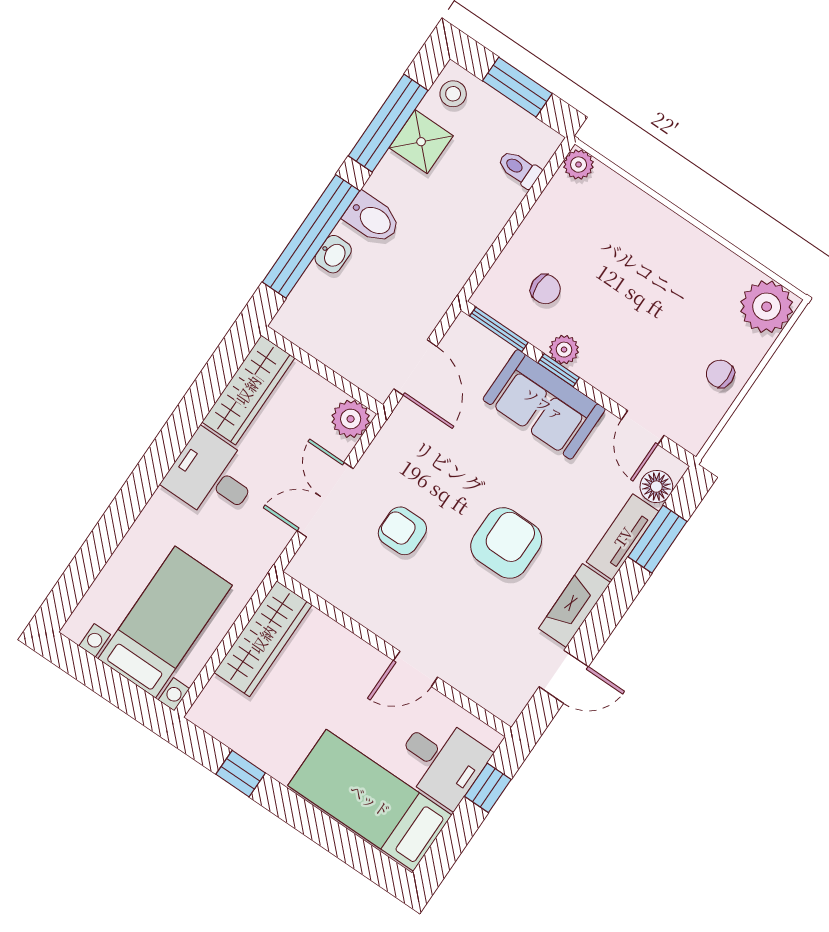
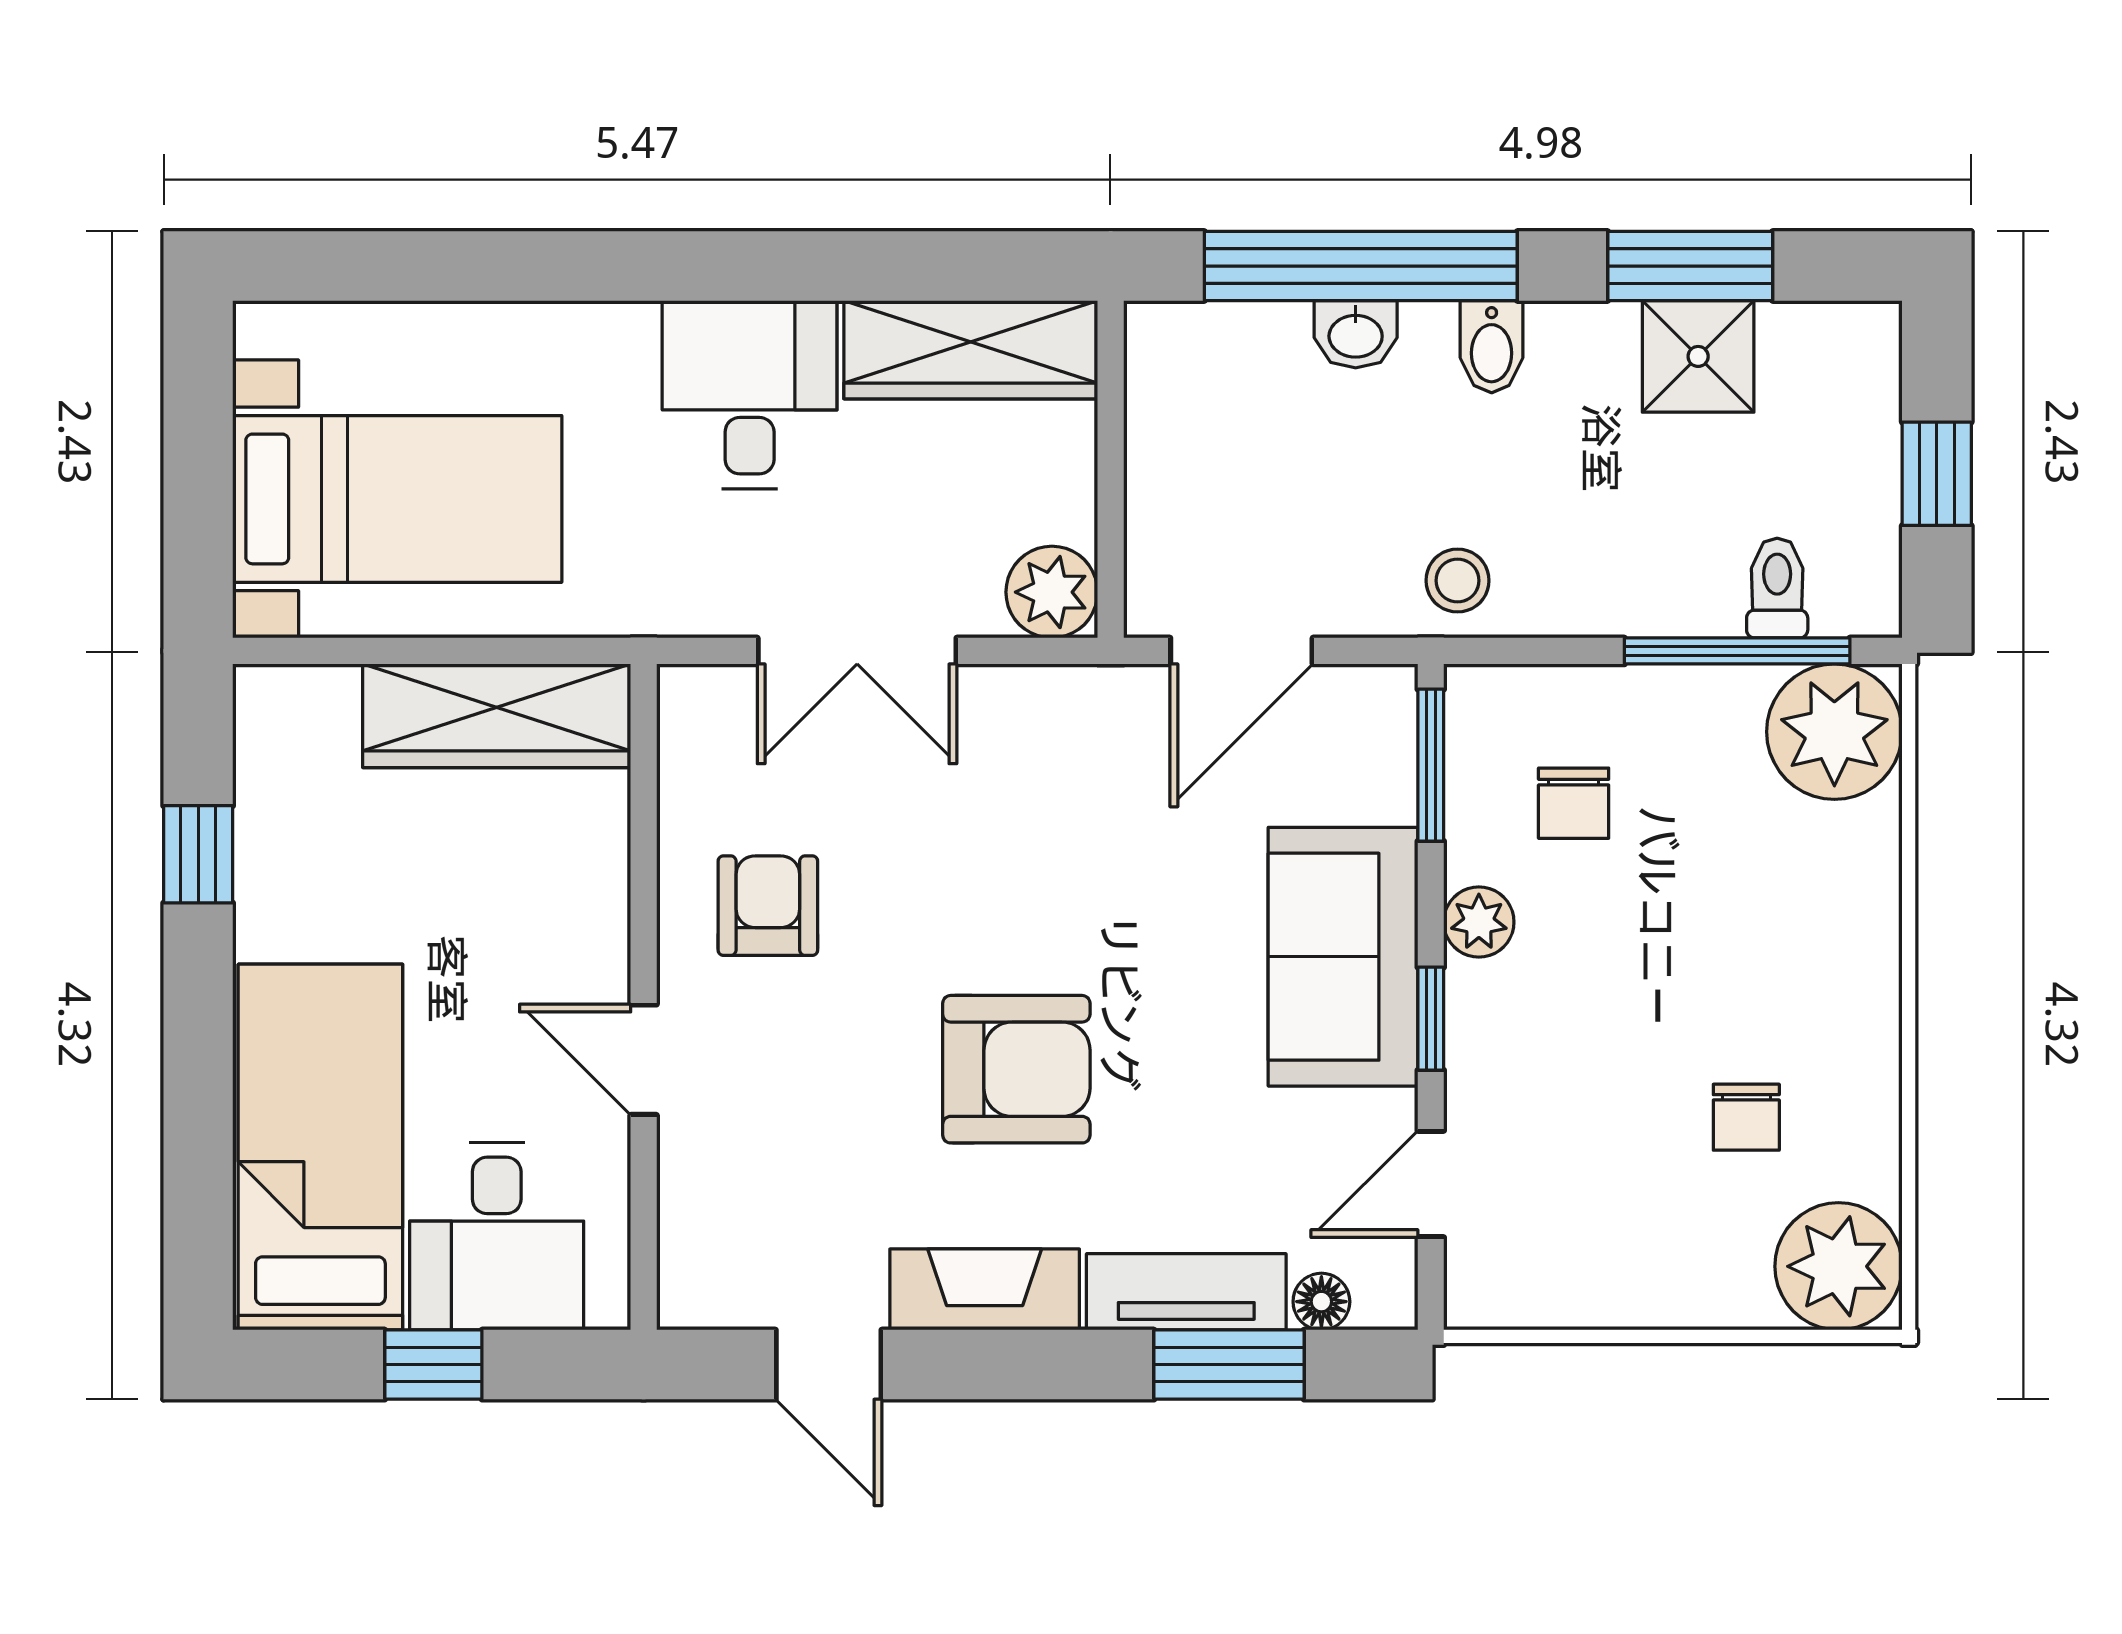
window: (517, 87) -> (1937, 474), width x0.67
stool: (453, 94) -> (1457, 581), moved
window: (388, 123) -> (1690, 266), width x0.69
plant: (579, 165) -> (1834, 732), width x1.88, depth x1.88
window: (531, 197) -> (1737, 651), added
bidet: (372, 218) -> (1492, 347), width x0.72, depth x0.74
window: (559, 370) -> (1431, 1019), moved
chair: (720, 374) -> (1746, 1117), moved, turned 180
floor lamp: (656, 487) -> (1321, 1302), width x0.73, depth x0.73
double door: (325, 500) -> (857, 651), swing flipped
armchair: (402, 531) -> (768, 906), moved
window: (488, 788) -> (433, 1365), moved

